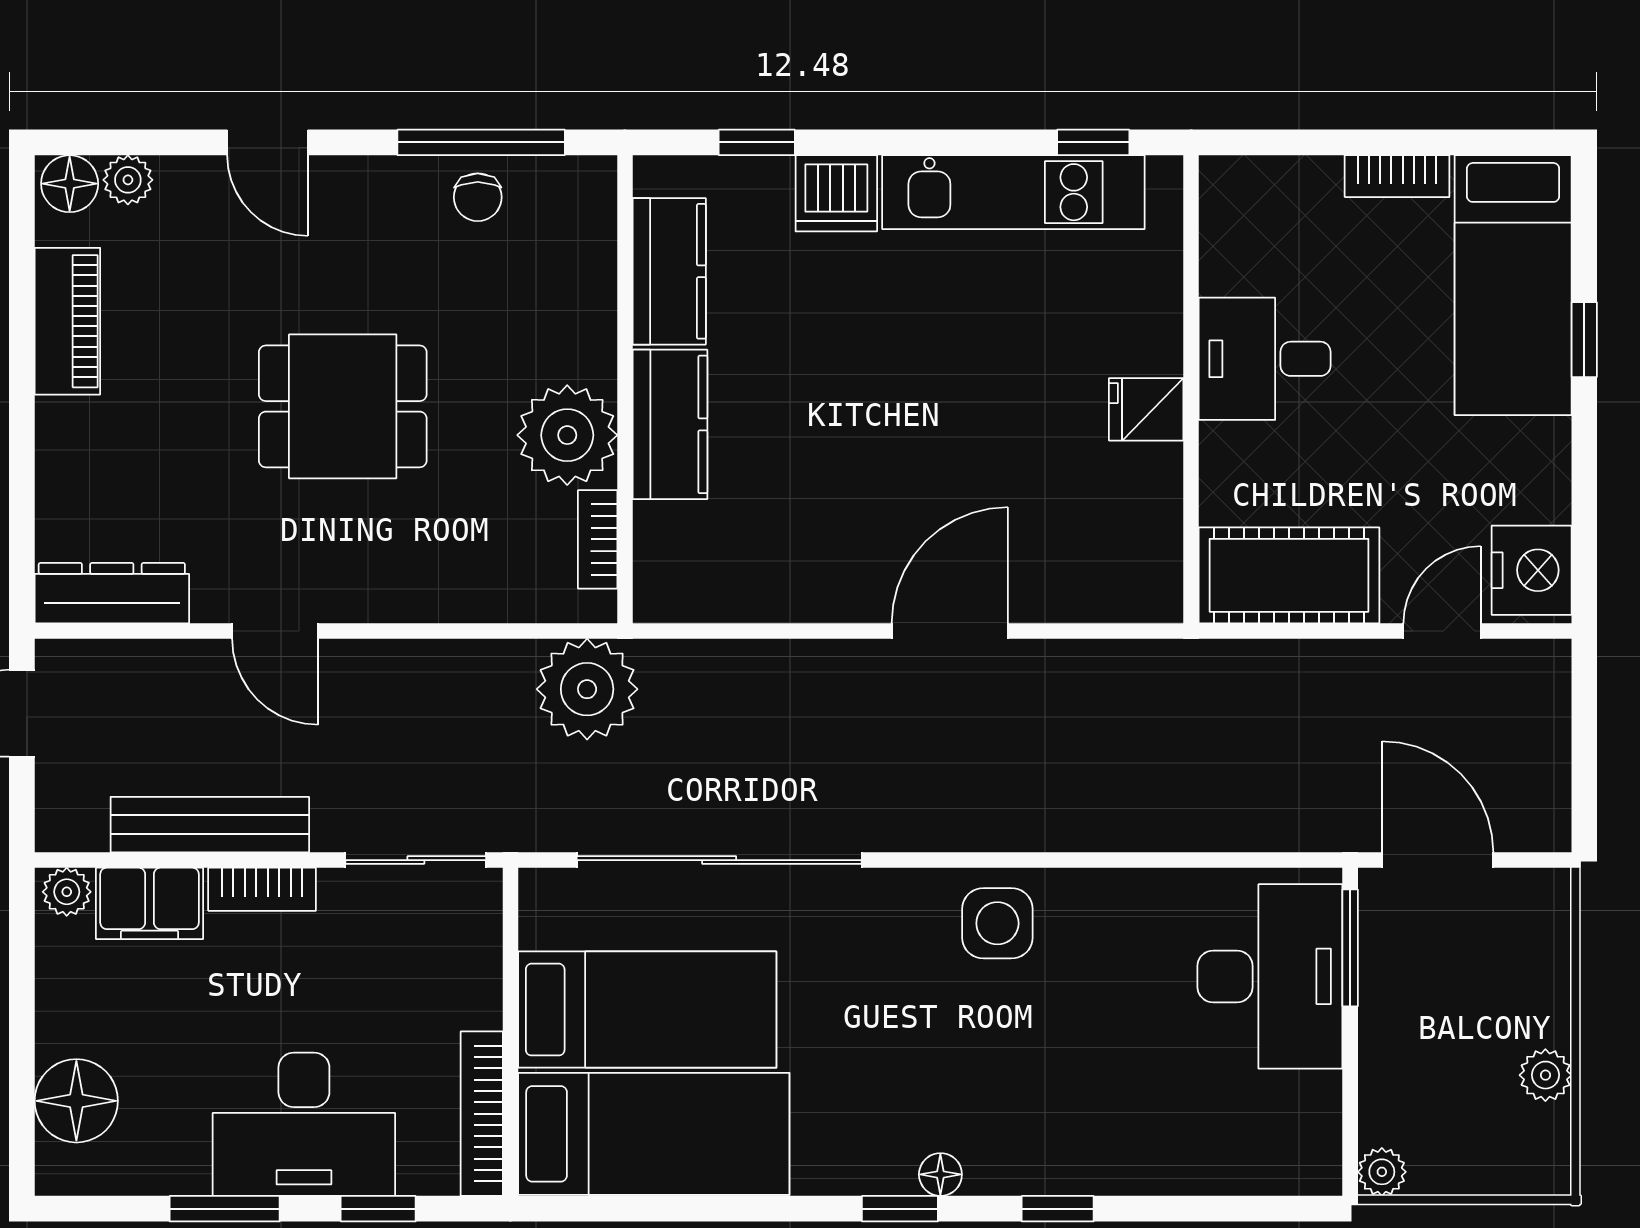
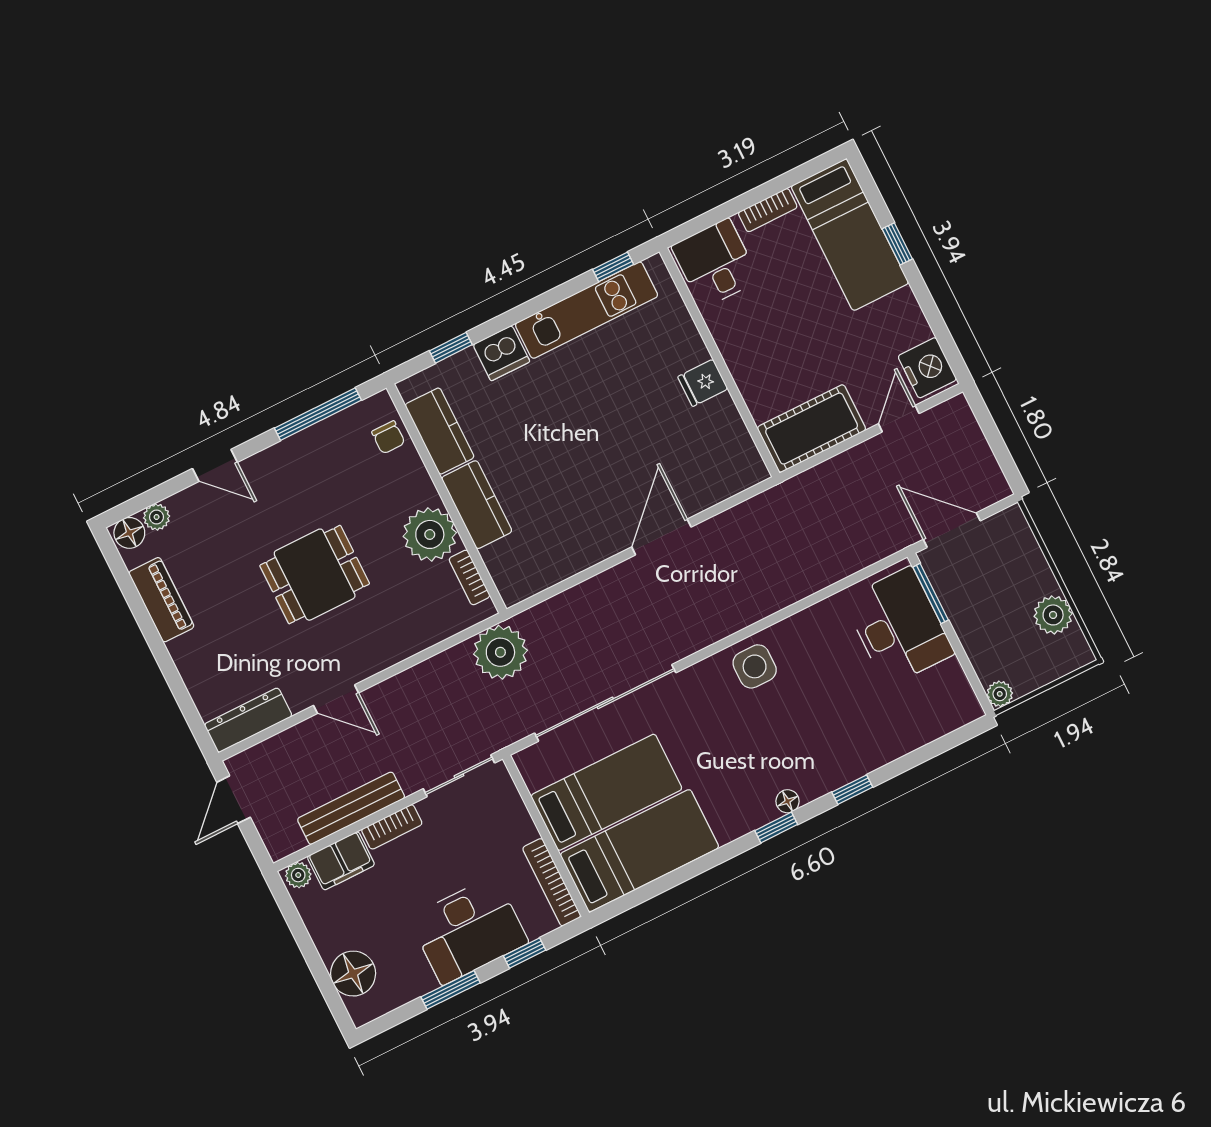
chair: (478, 197) -> (388, 437), moved
desk: (1265, 359) -> (715, 263), moved, turned 90
plant: (1545, 1075) -> (1053, 615), width x1.38, depth x1.38

